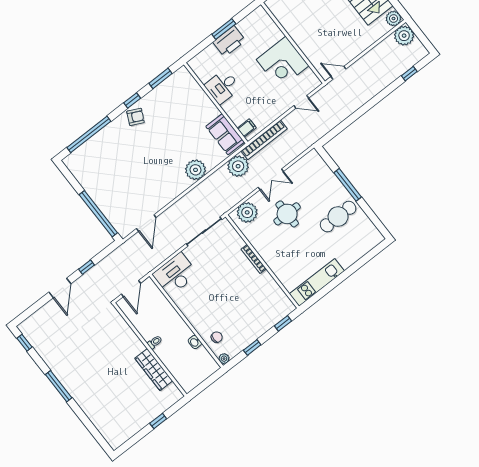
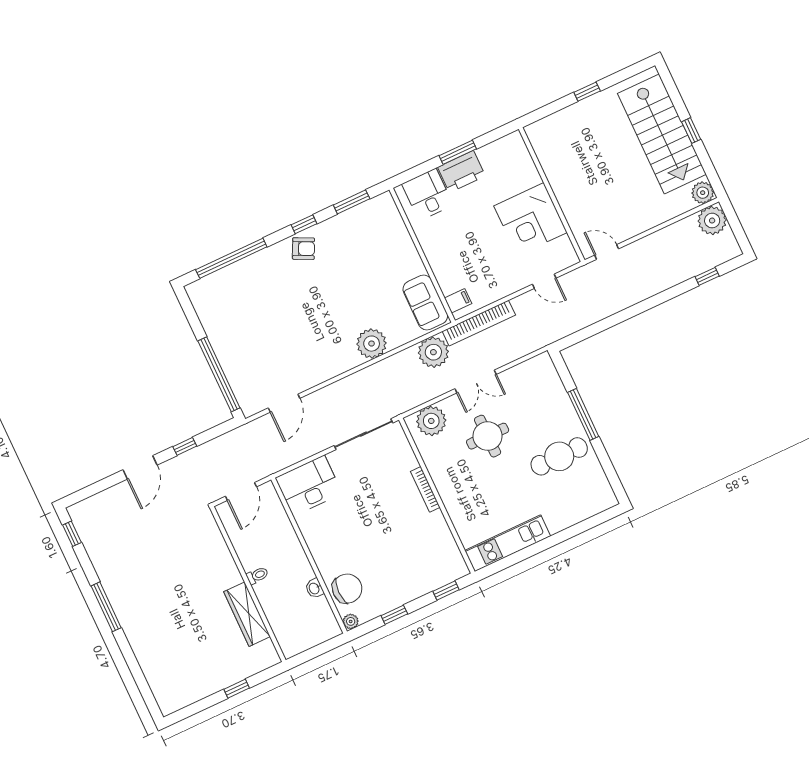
desk: (223, 87) -> (427, 195), moved, turned 90
chair: (217, 337) -> (347, 589), width x1.87, depth x1.87

